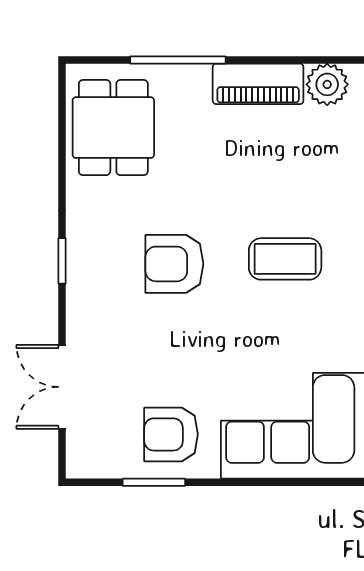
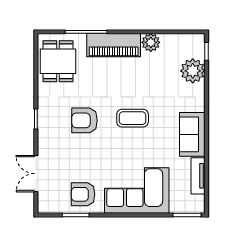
piano: (258, 84) -> (114, 45), width x1.37, depth x1.33

